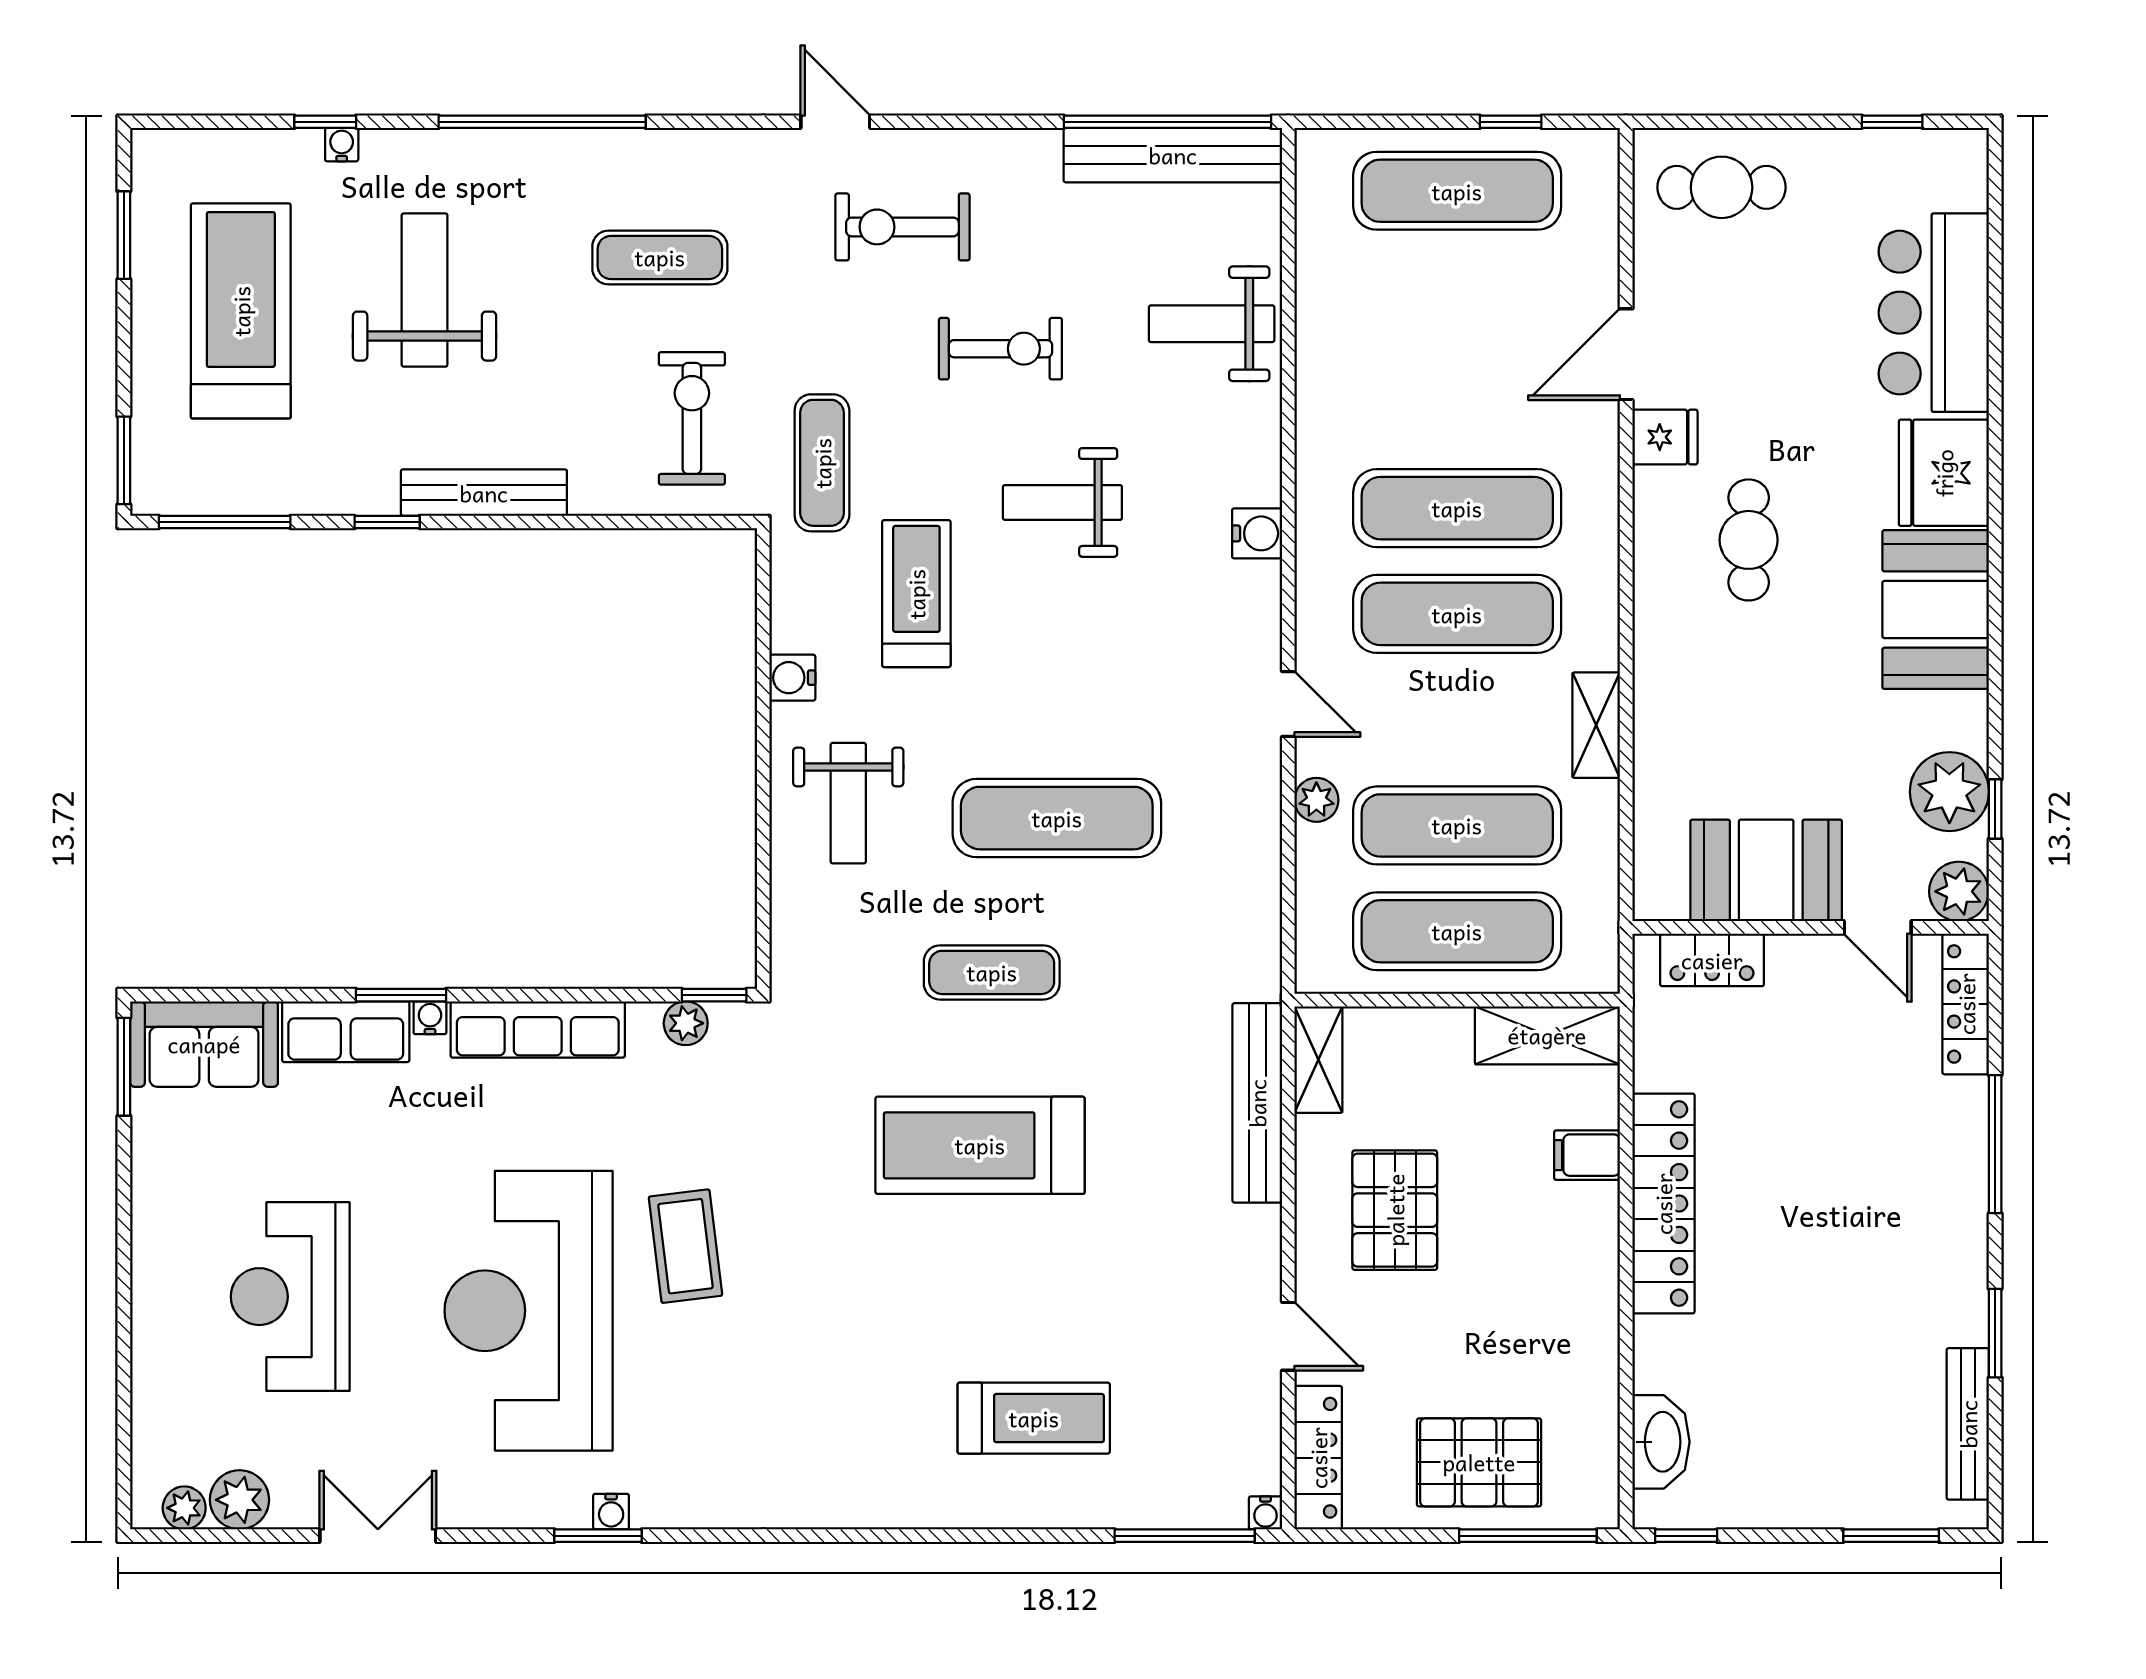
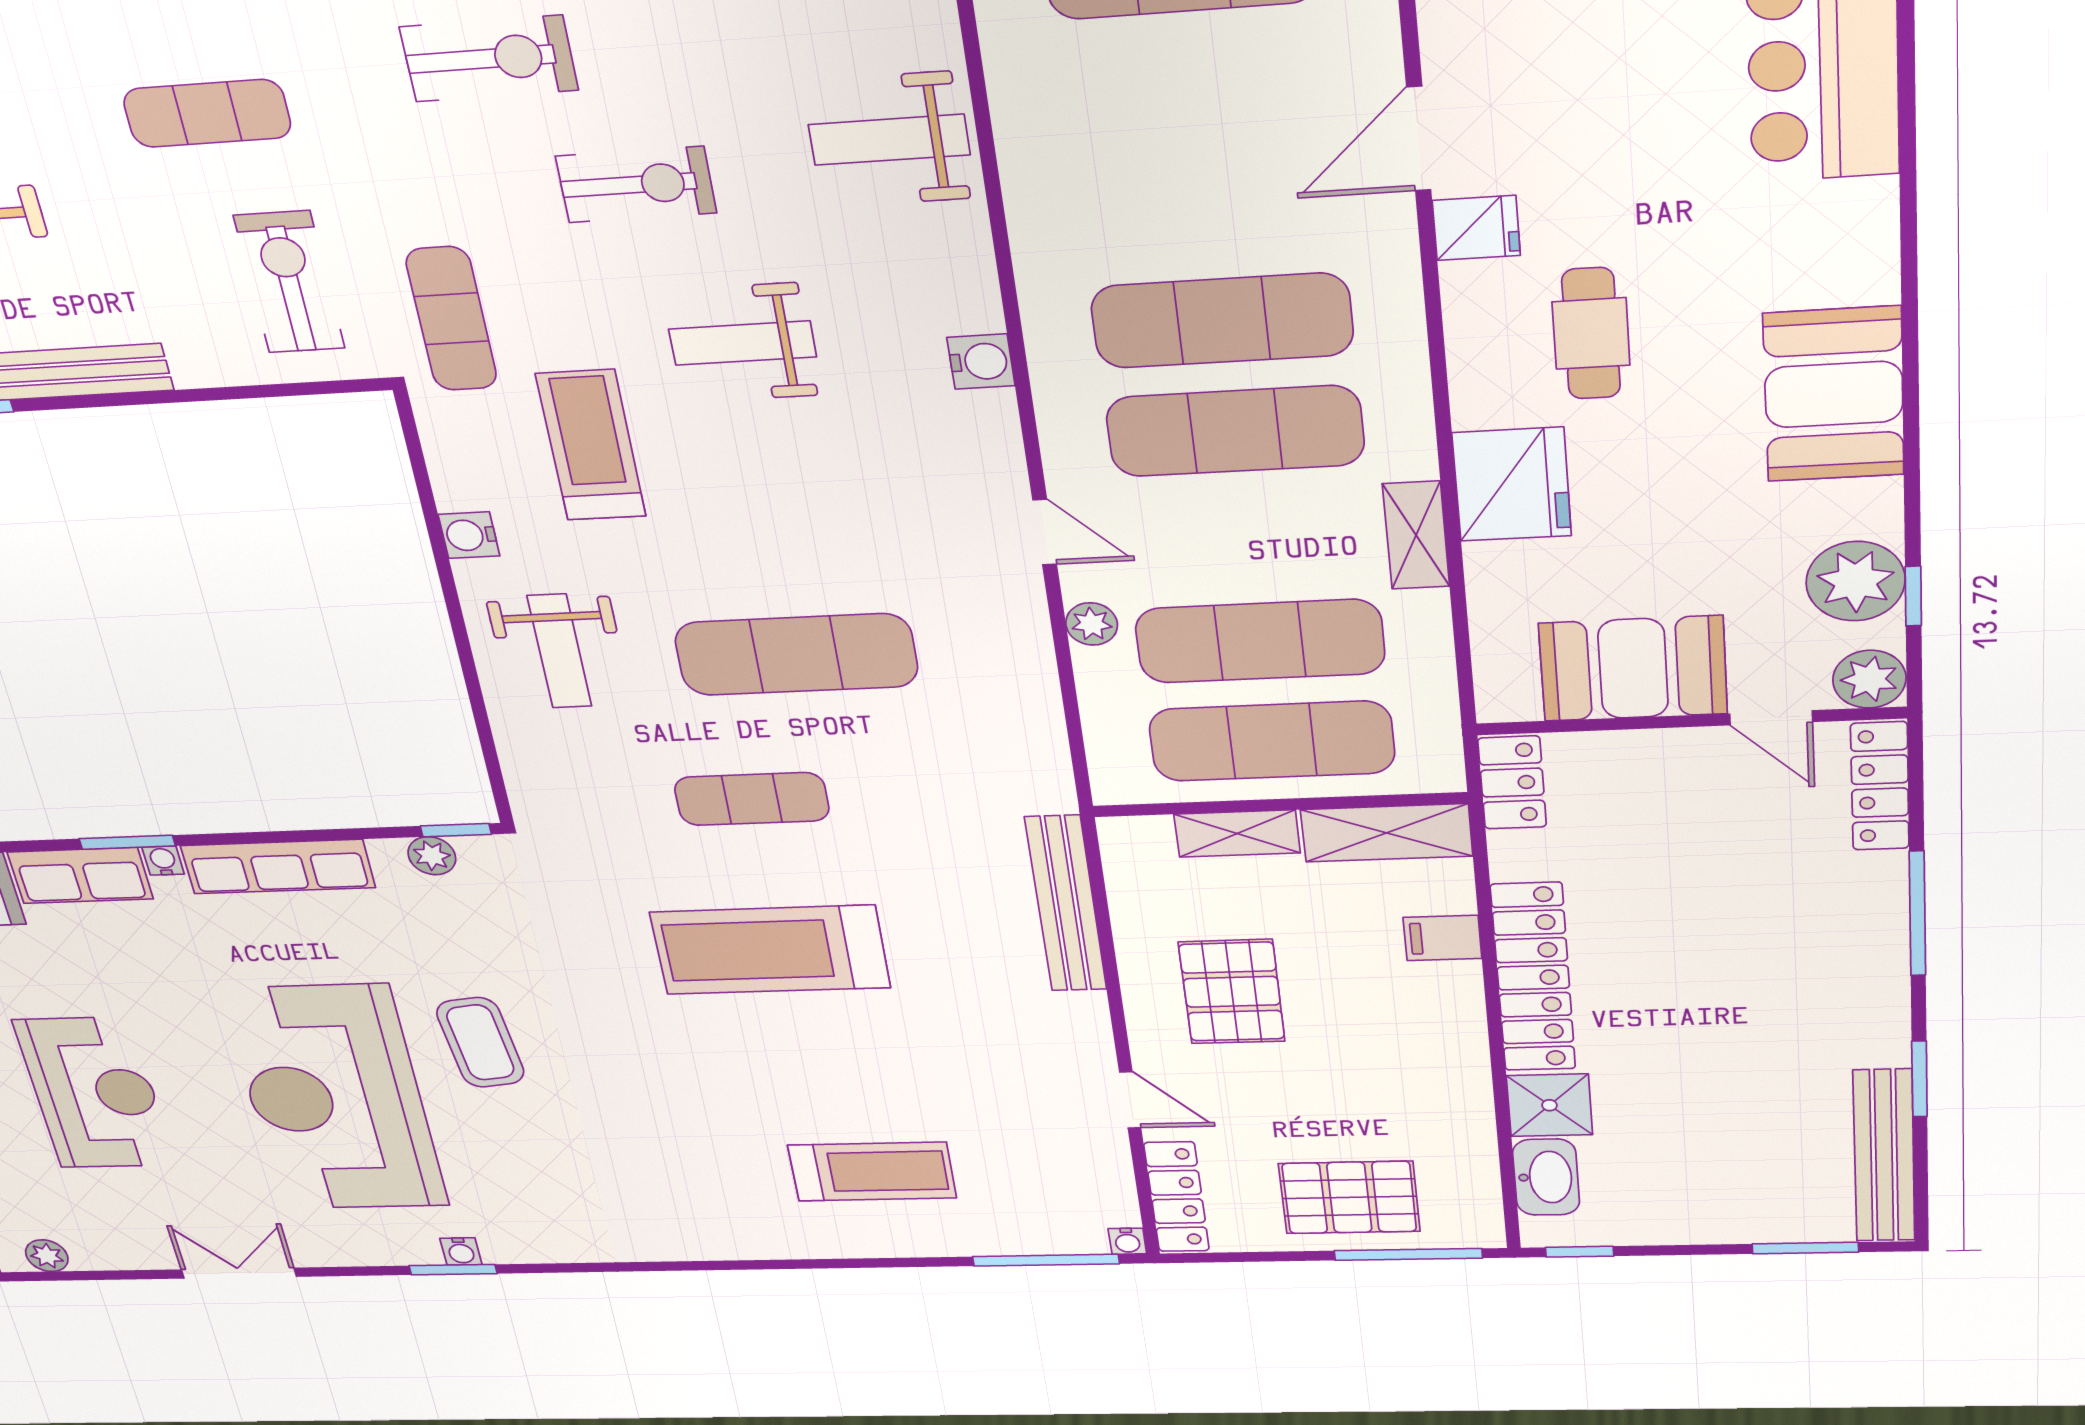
exercise bike: (902, 227) -> (489, 59), turned 180
fridge: (1944, 473) -> (1512, 484), moved, turned 180
locker: (1712, 960) -> (1512, 783), moved, turned -90
shelving: (1318, 1060) -> (1237, 834), moved, turned 90
reception desk: (290, 1297) -> (95, 1093), turned 180
shower: (1669, 1354) -> (1549, 1105), added
bench: (1968, 1424) -> (1884, 1156), width x1.37, depth x1.21
plant: (239, 1500) -> (97, 1249), removed

